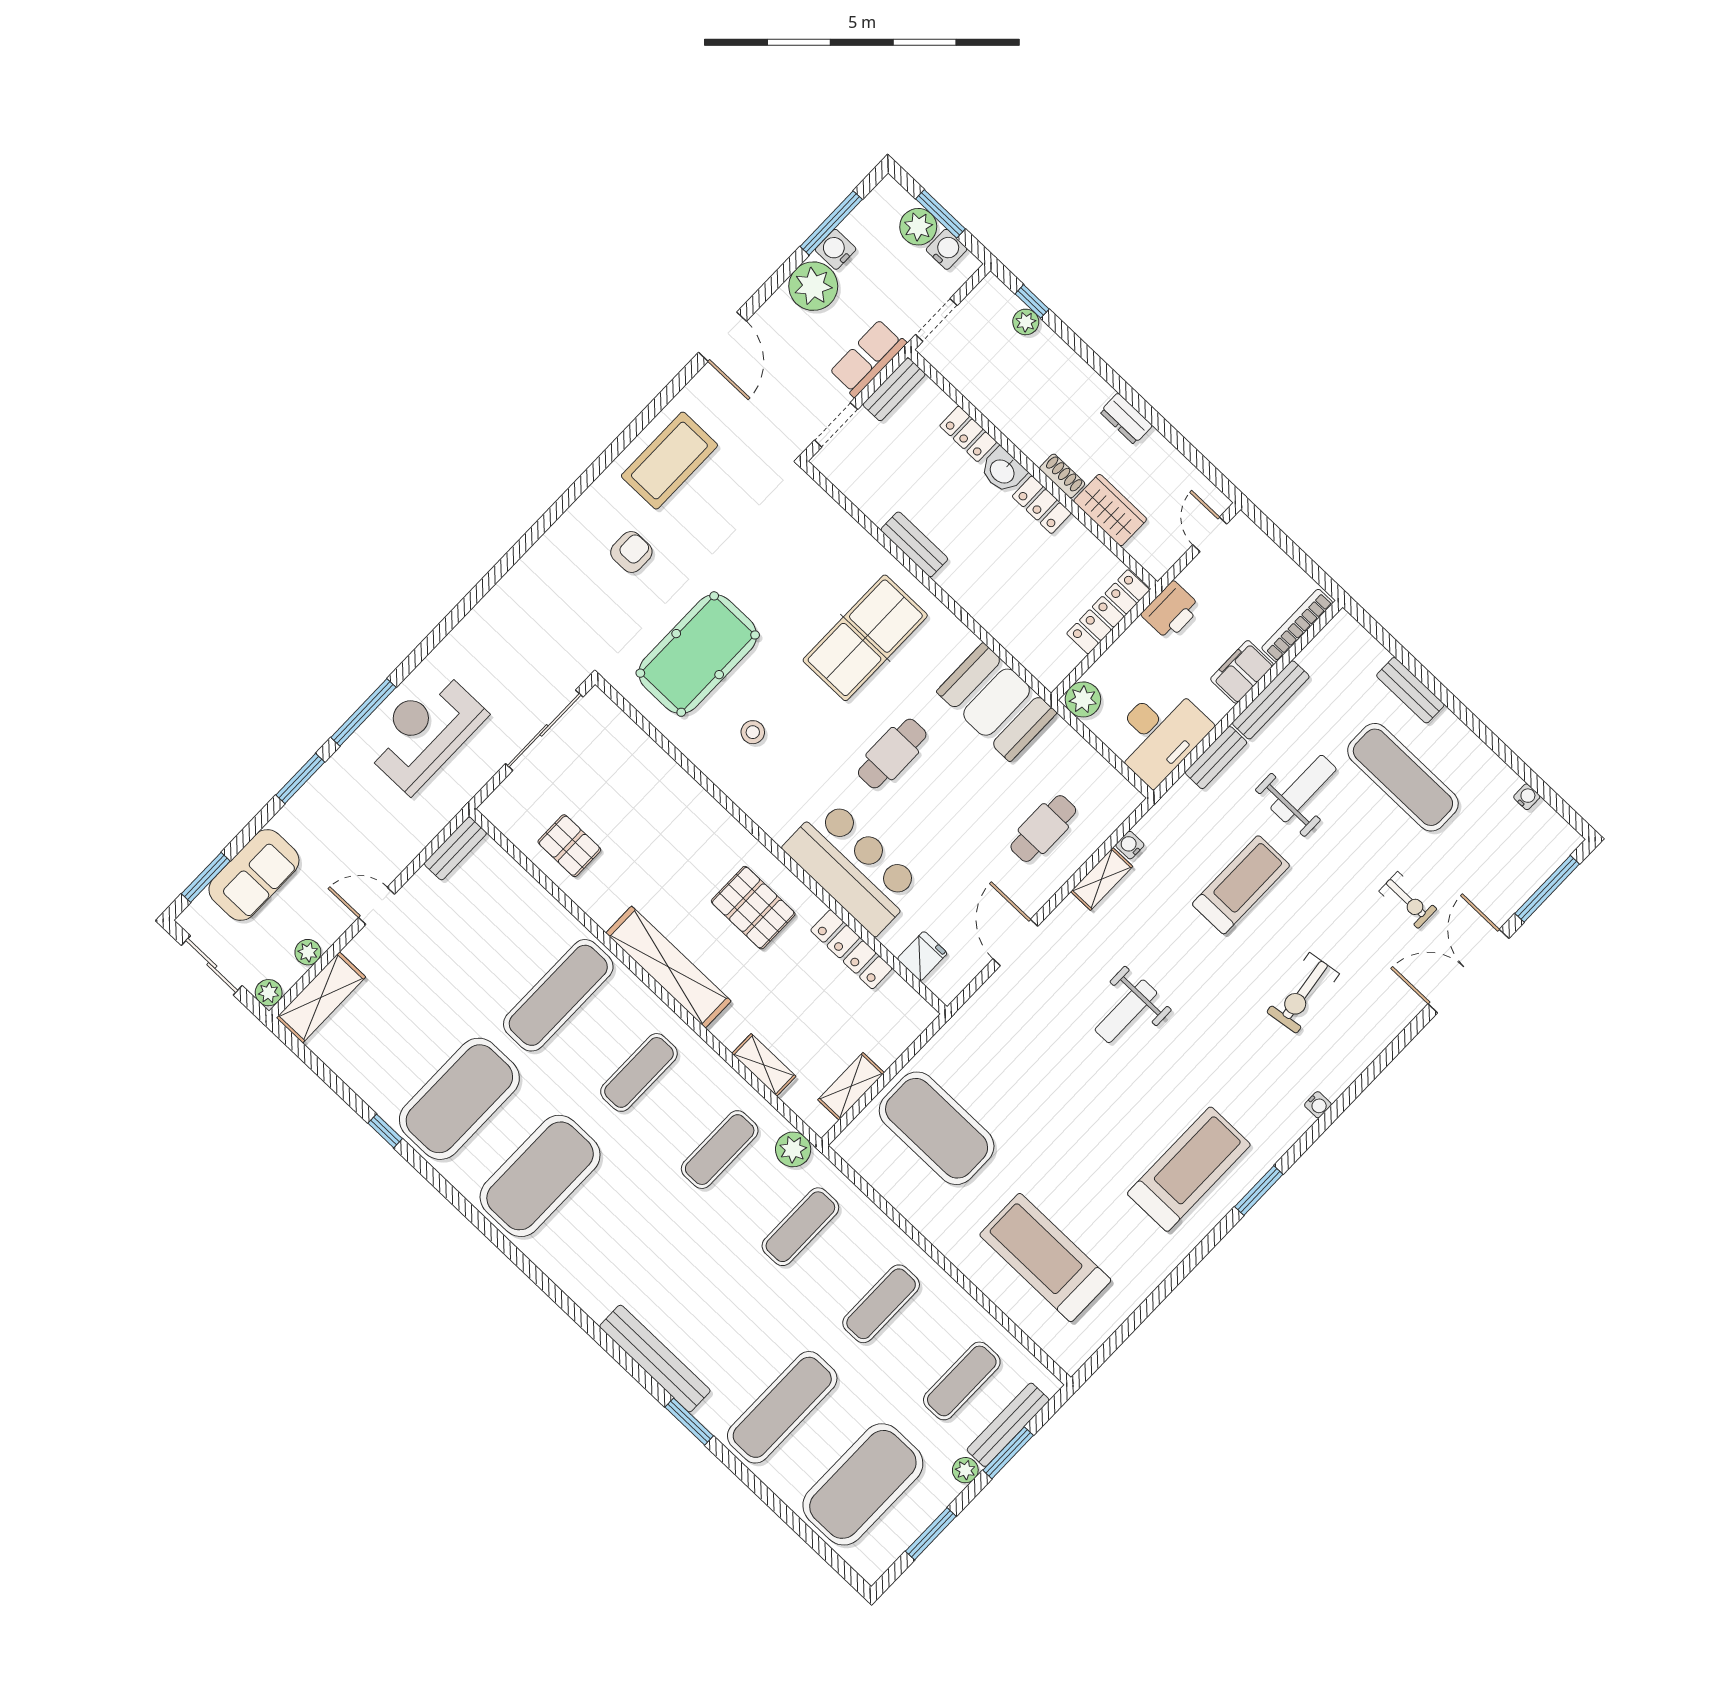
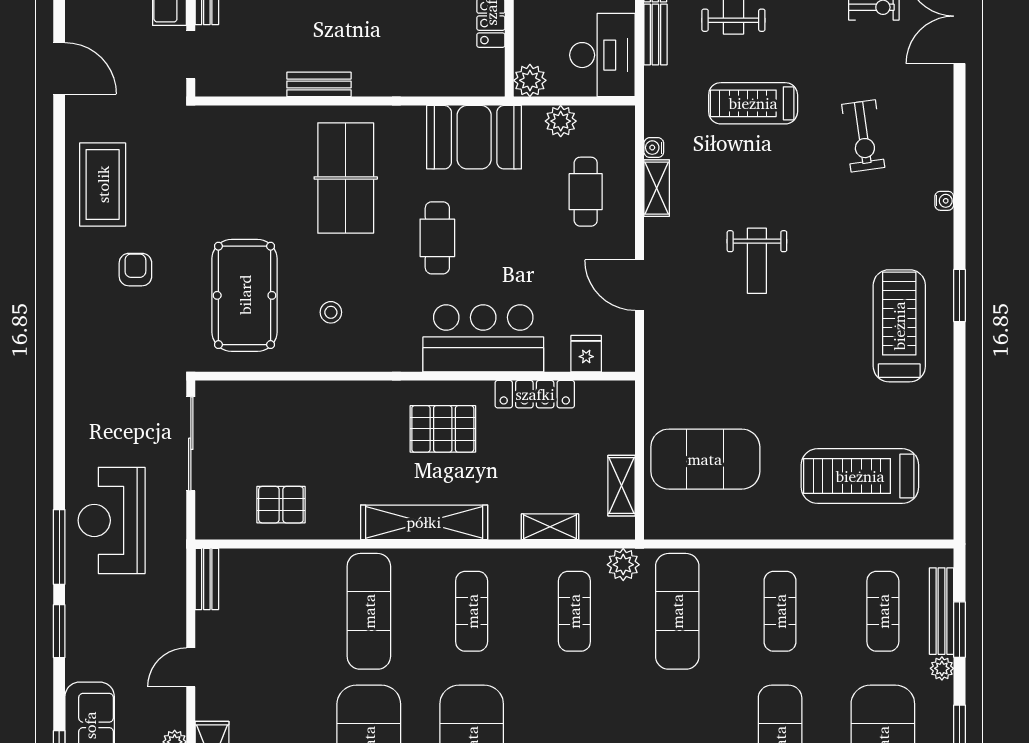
plant: (1077, 754) -> (561, 121), added
treadmill: (1241, 885) -> (753, 103), turned -90
exercise mat: (800, 1227) -> (677, 611), width x1.36, depth x1.45

